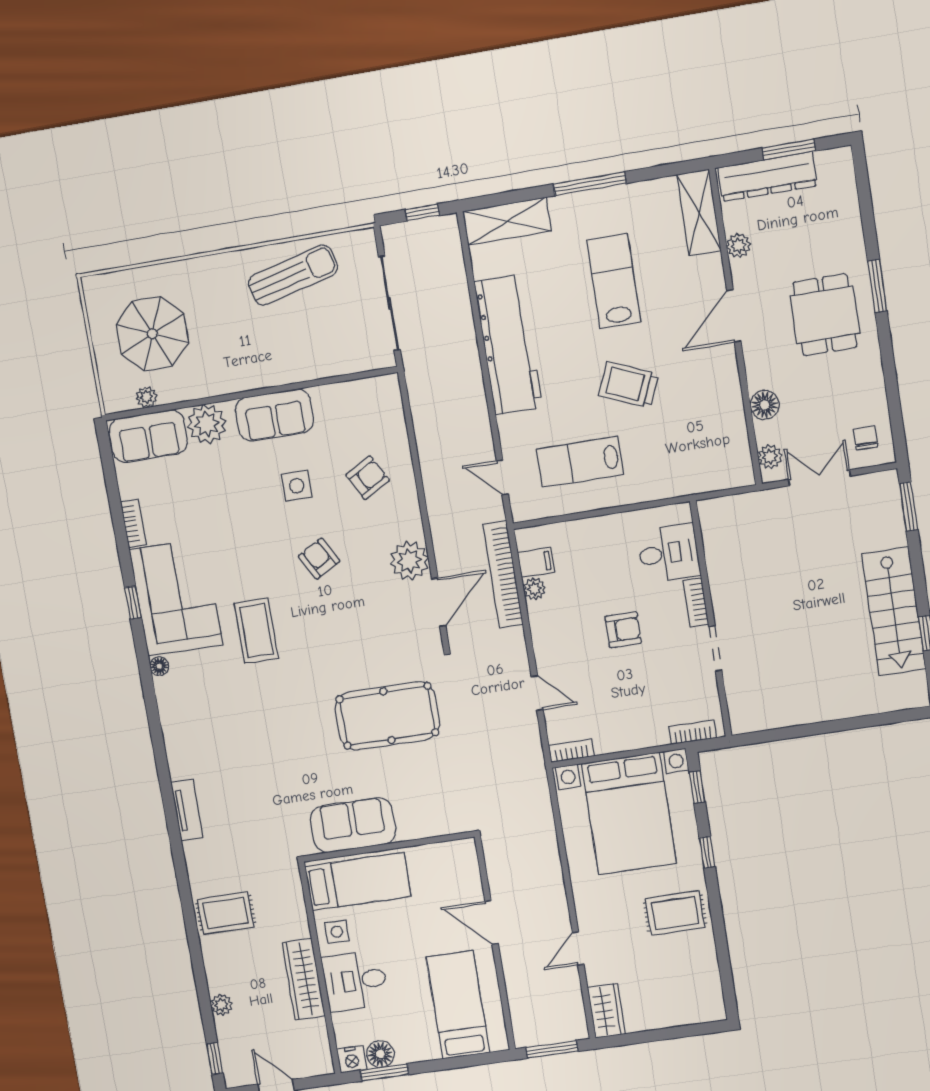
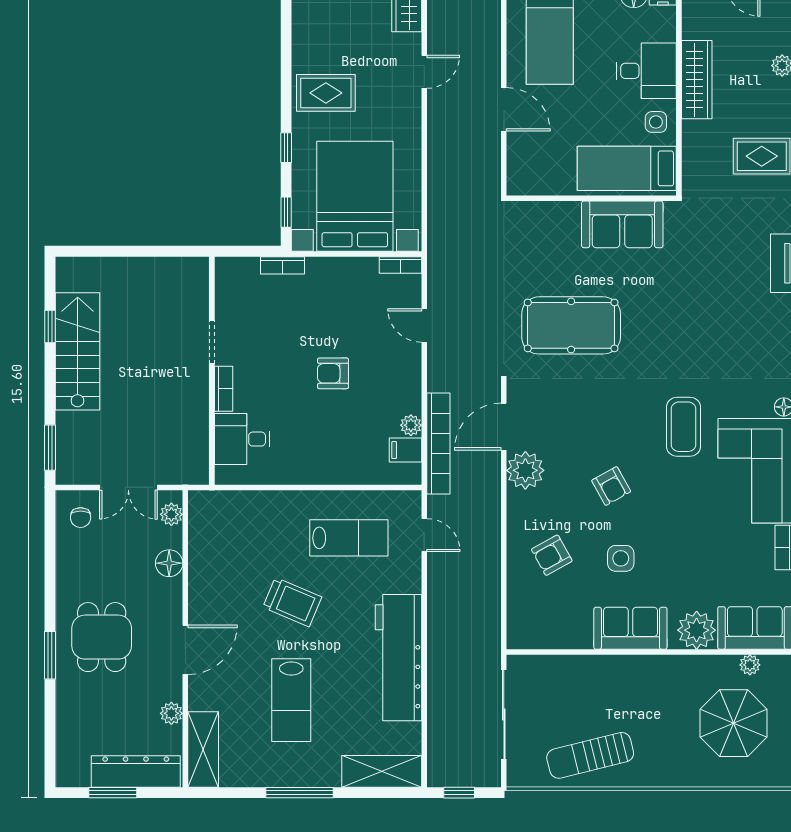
desk: (669, 553) -> (242, 439), moved
bookcase: (696, 602) -> (224, 389), moved
wall: (711, 619) -> (212, 371), moved
doorway: (715, 649) -> (212, 342), moved

